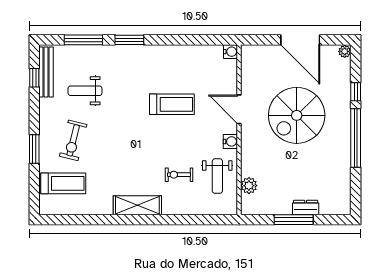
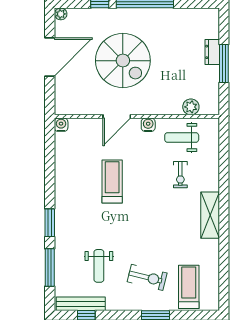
weight bench: (217, 176) -> (182, 137), turned 180

